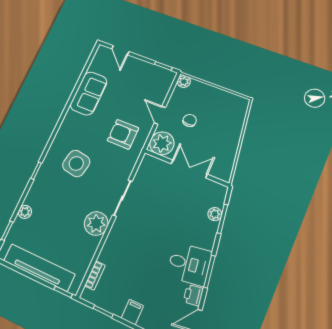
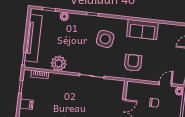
sofa: (89, 93) -> (142, 30), moved
door: (160, 115) -> (165, 84), moved
plant: (162, 143) -> (134, 90), removed
plant: (96, 224) -> (59, 63), moved

